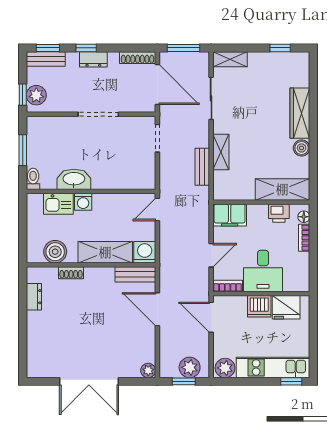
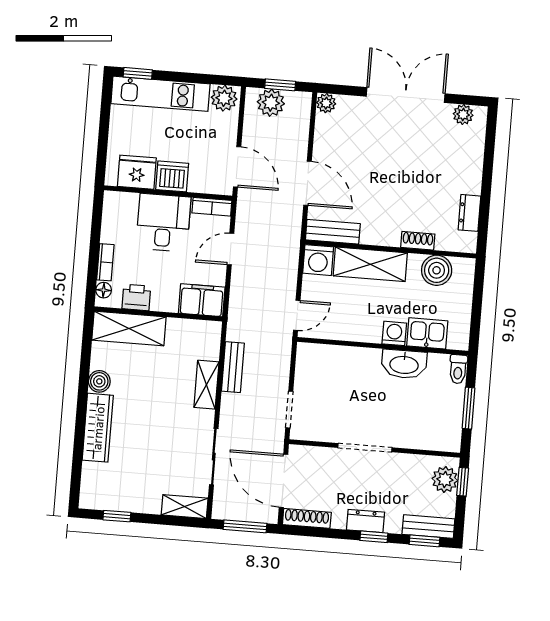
plant: (45, 370) -> (463, 115), added

